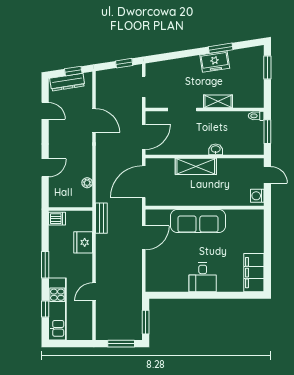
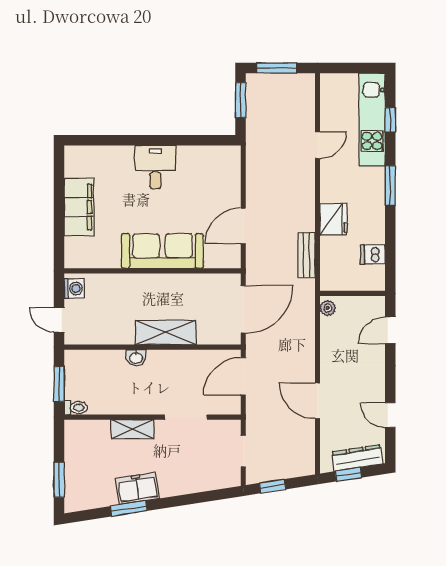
wall: (70, 209) -> (353, 293), moved
filing cabinet: (254, 273) -> (79, 207), moved

